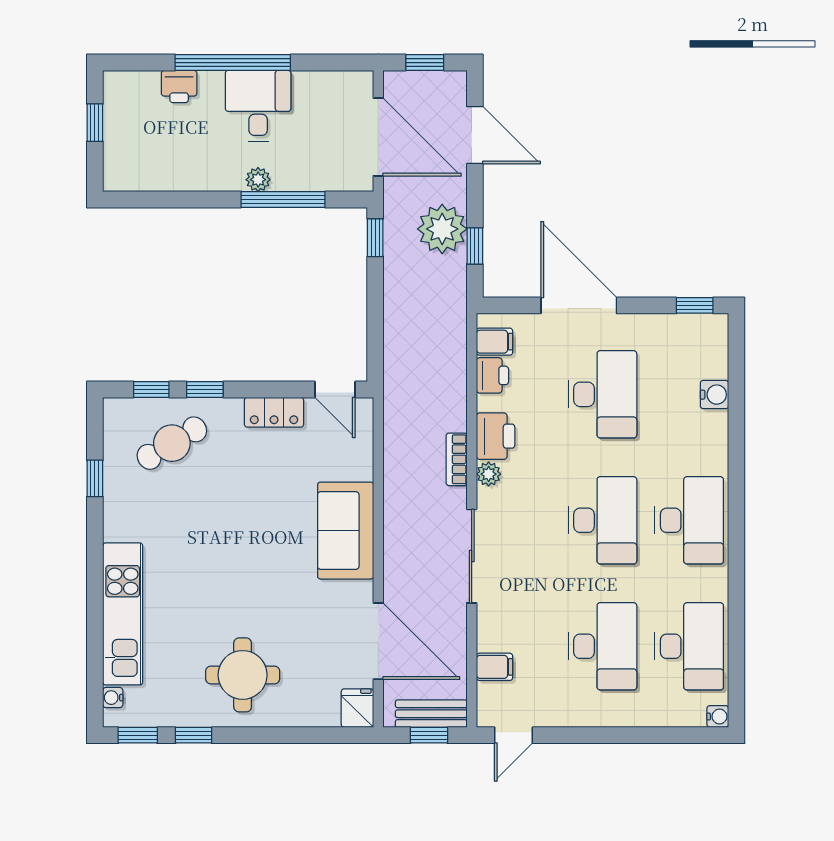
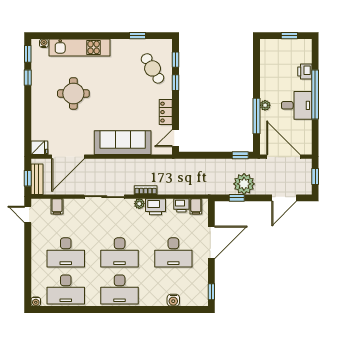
door: (378, 137) -> (283, 157), swing flipped
sofa: (346, 531) -> (123, 143), width x1.36
round table: (243, 675) -> (73, 93), moved

